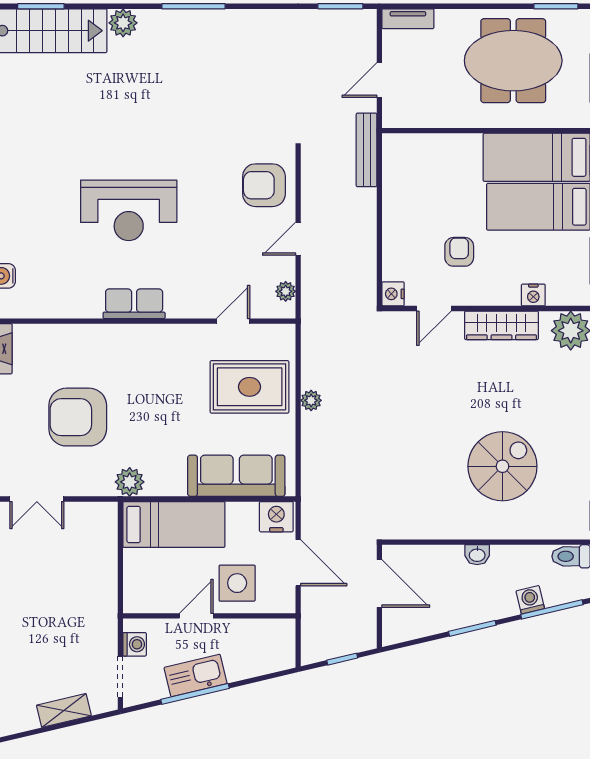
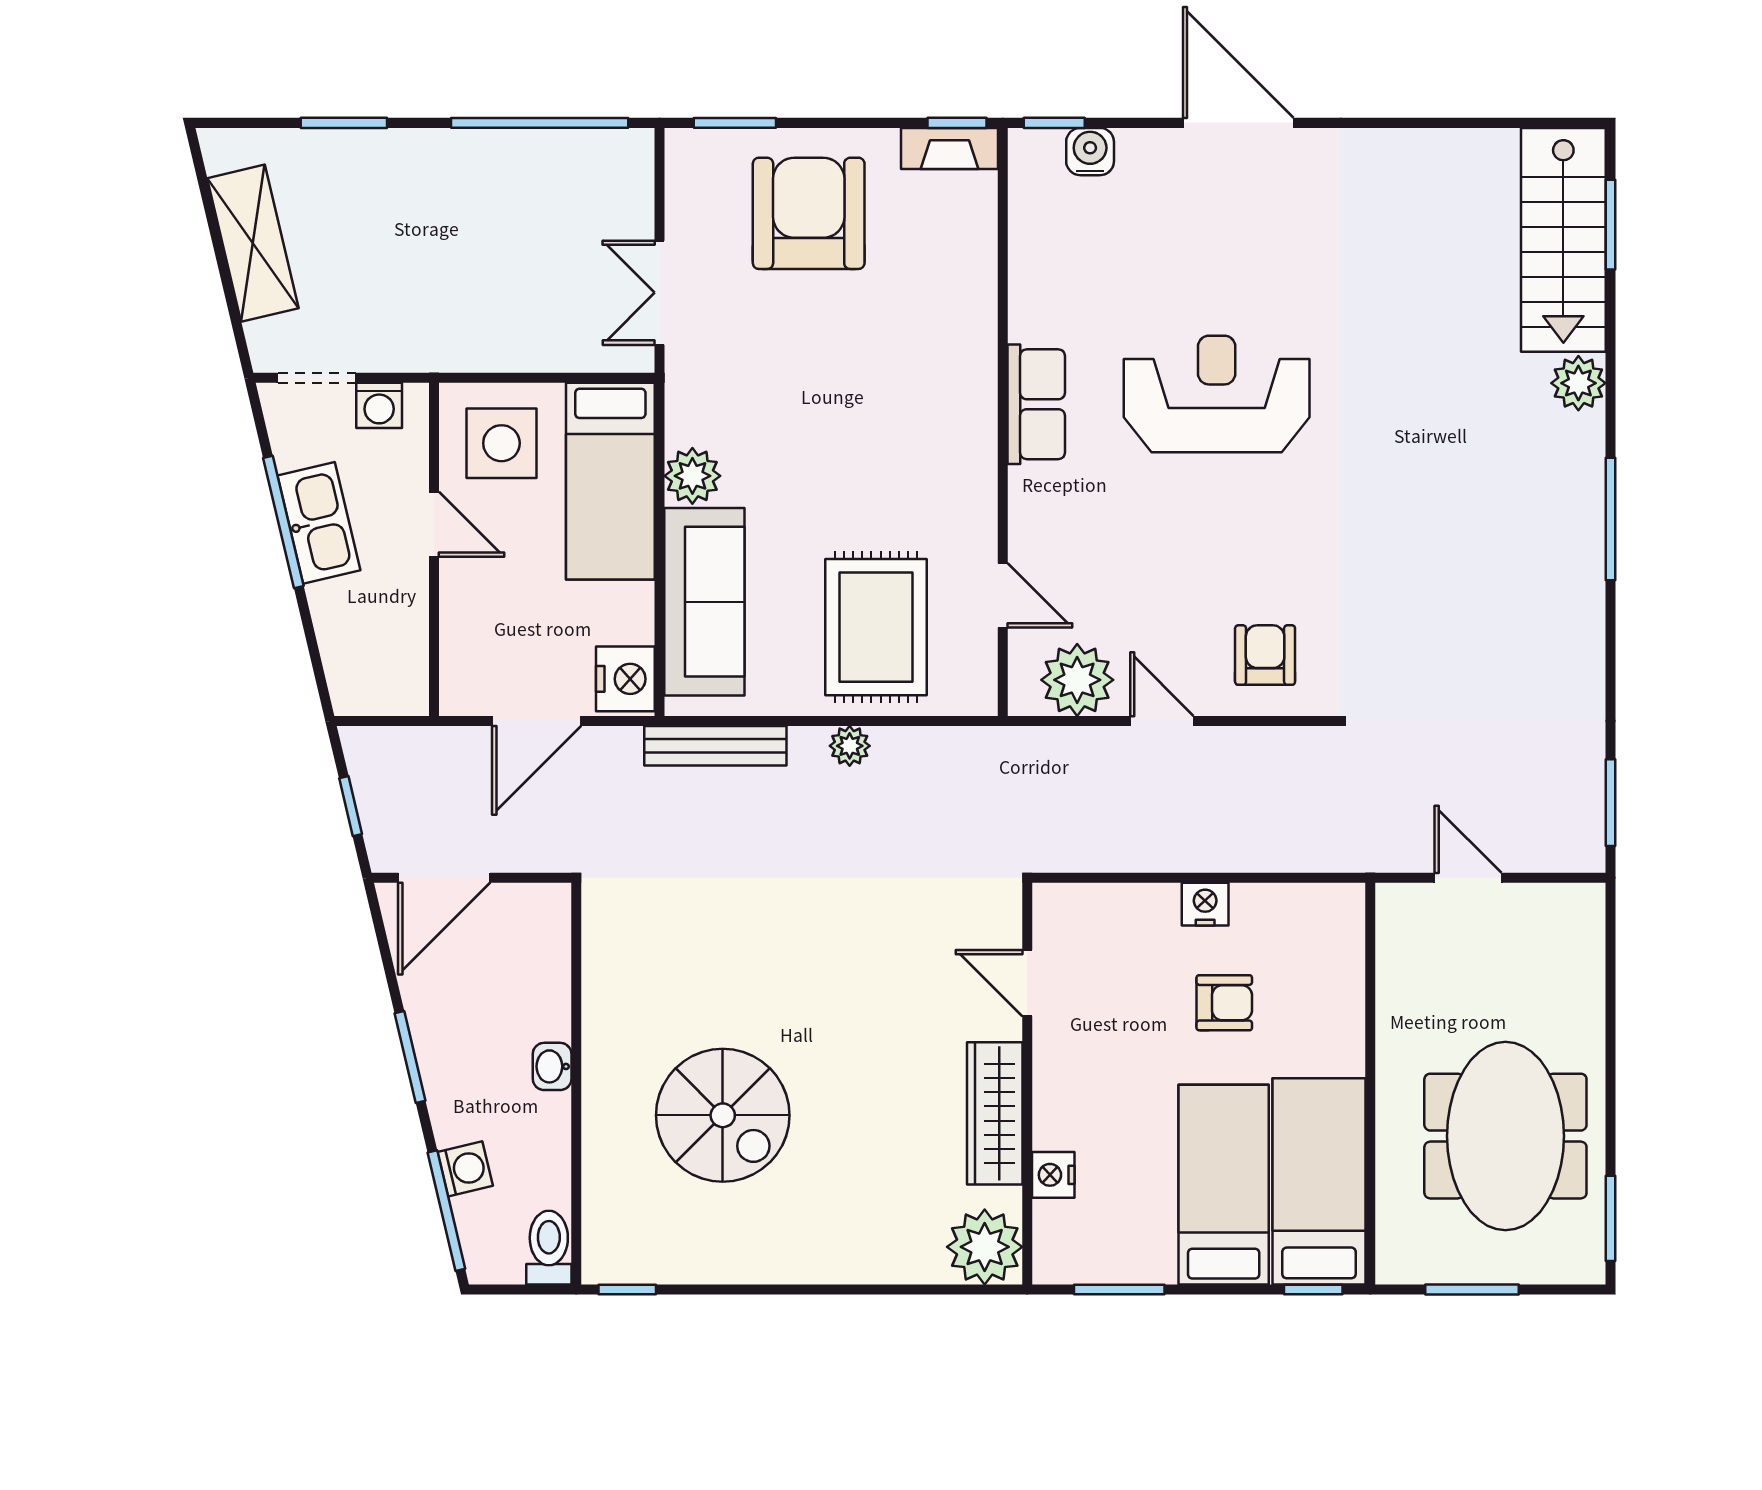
tv unit: (408, 19) -> (1586, 933), removed
bench: (367, 150) -> (715, 746), moved
armchair: (264, 185) -> (1265, 655), width x0.72, depth x0.72
reception desk: (129, 210) -> (1217, 394), turned 90
armchair: (459, 252) -> (1224, 1003), moved
plant: (286, 291) -> (1077, 680), width x1.87, depth x1.87
nightstand: (393, 294) -> (1205, 904), moved
armchair: (78, 417) -> (809, 213), moved
plant: (130, 482) -> (692, 476), moved
double door: (37, 499) -> (660, 293), moved
side table: (237, 583) -> (501, 443), moved
door: (379, 583) -> (444, 878), moved
shelving: (64, 710) -> (253, 243), width x1.50, depth x1.33

